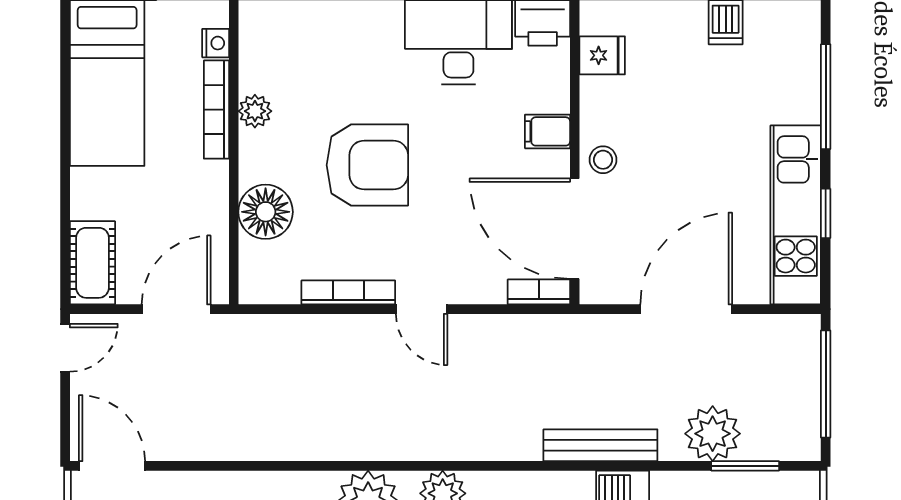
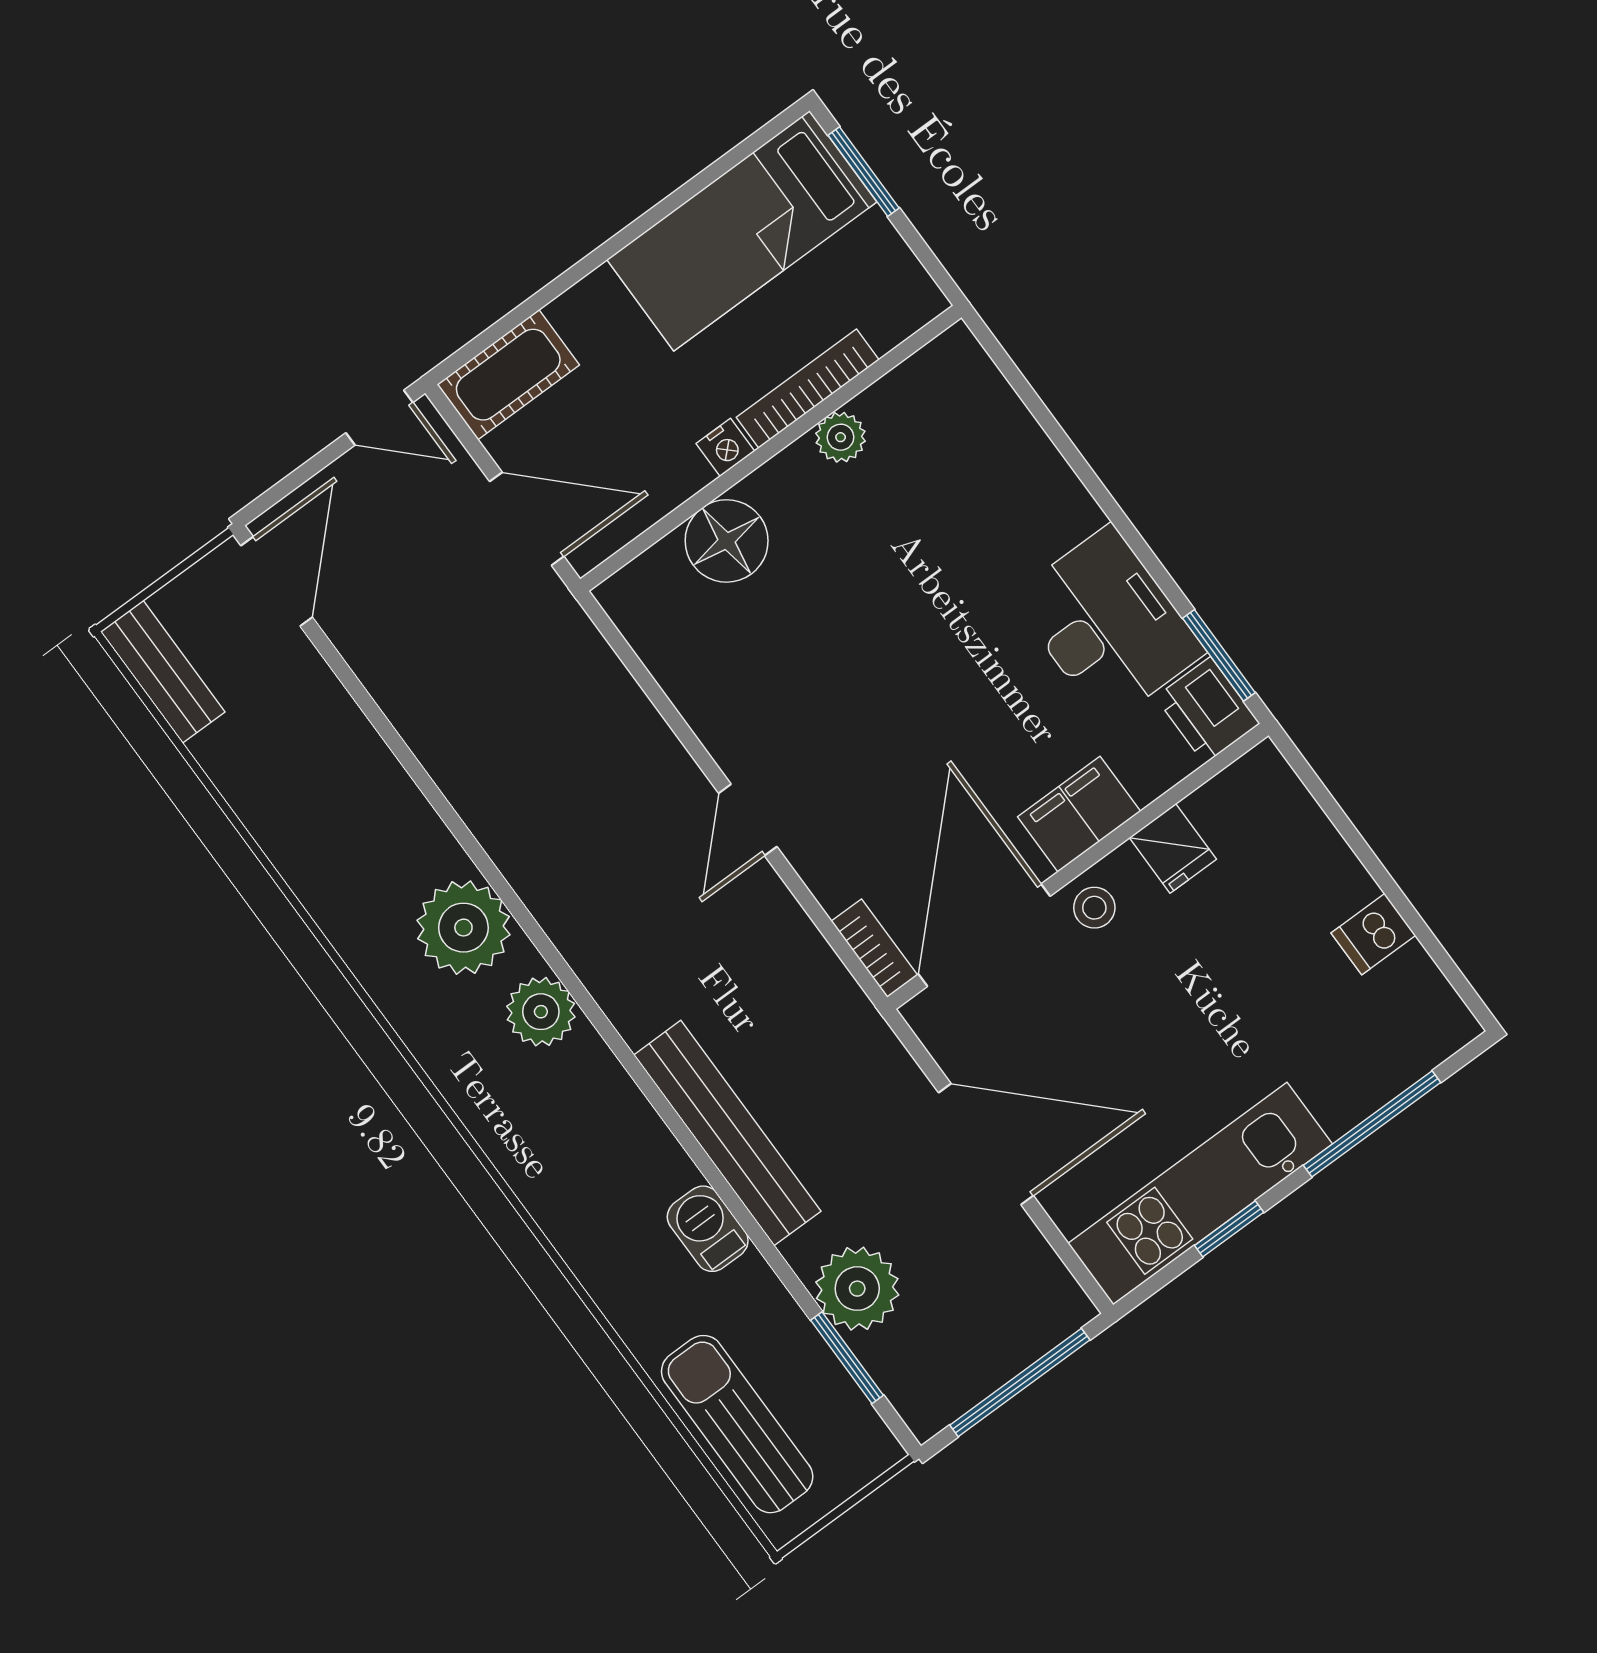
nightstand: (216, 43) -> (725, 447), moved
fridge: (602, 55) -> (1173, 848), moved
filing cabinet: (548, 131) -> (1079, 814), width x2.00
armchair: (367, 165) -> (876, 623), removed
bookcase: (348, 292) -> (702, 715), removed
bench: (600, 445) -> (727, 1133), width x1.37, depth x1.21

